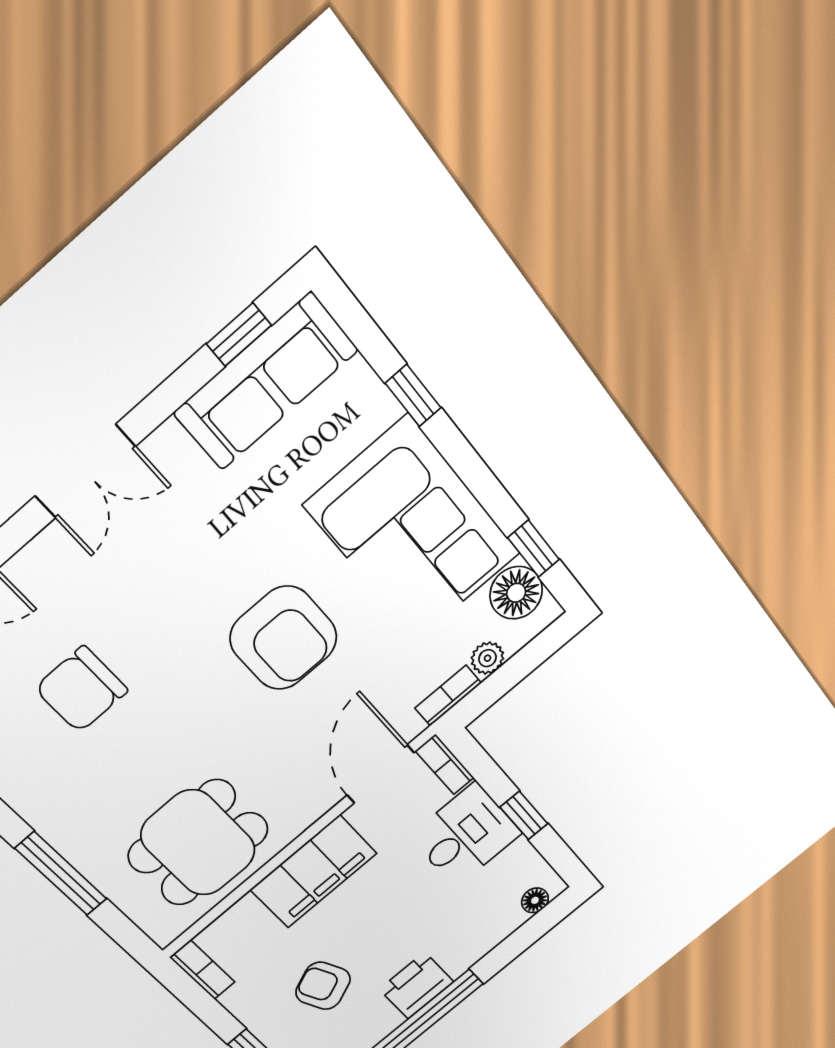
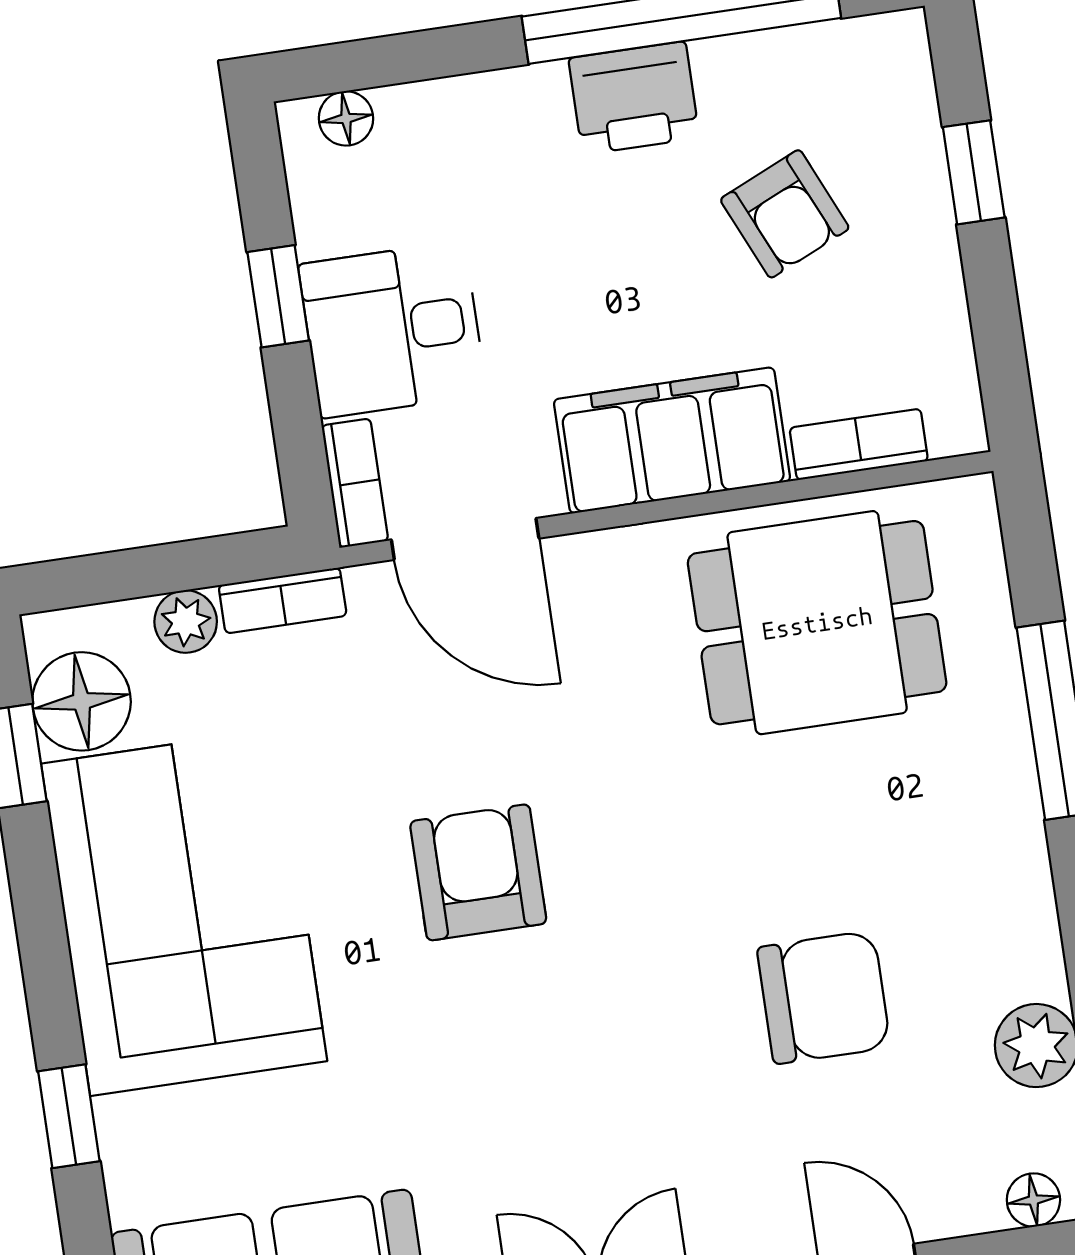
armchair: (284, 638) -> (478, 872), width x0.73, depth x0.73
door: (381, 774) -> (465, 539), hinge flipped
bookcase: (202, 970) -> (859, 444), moved, turned 90

